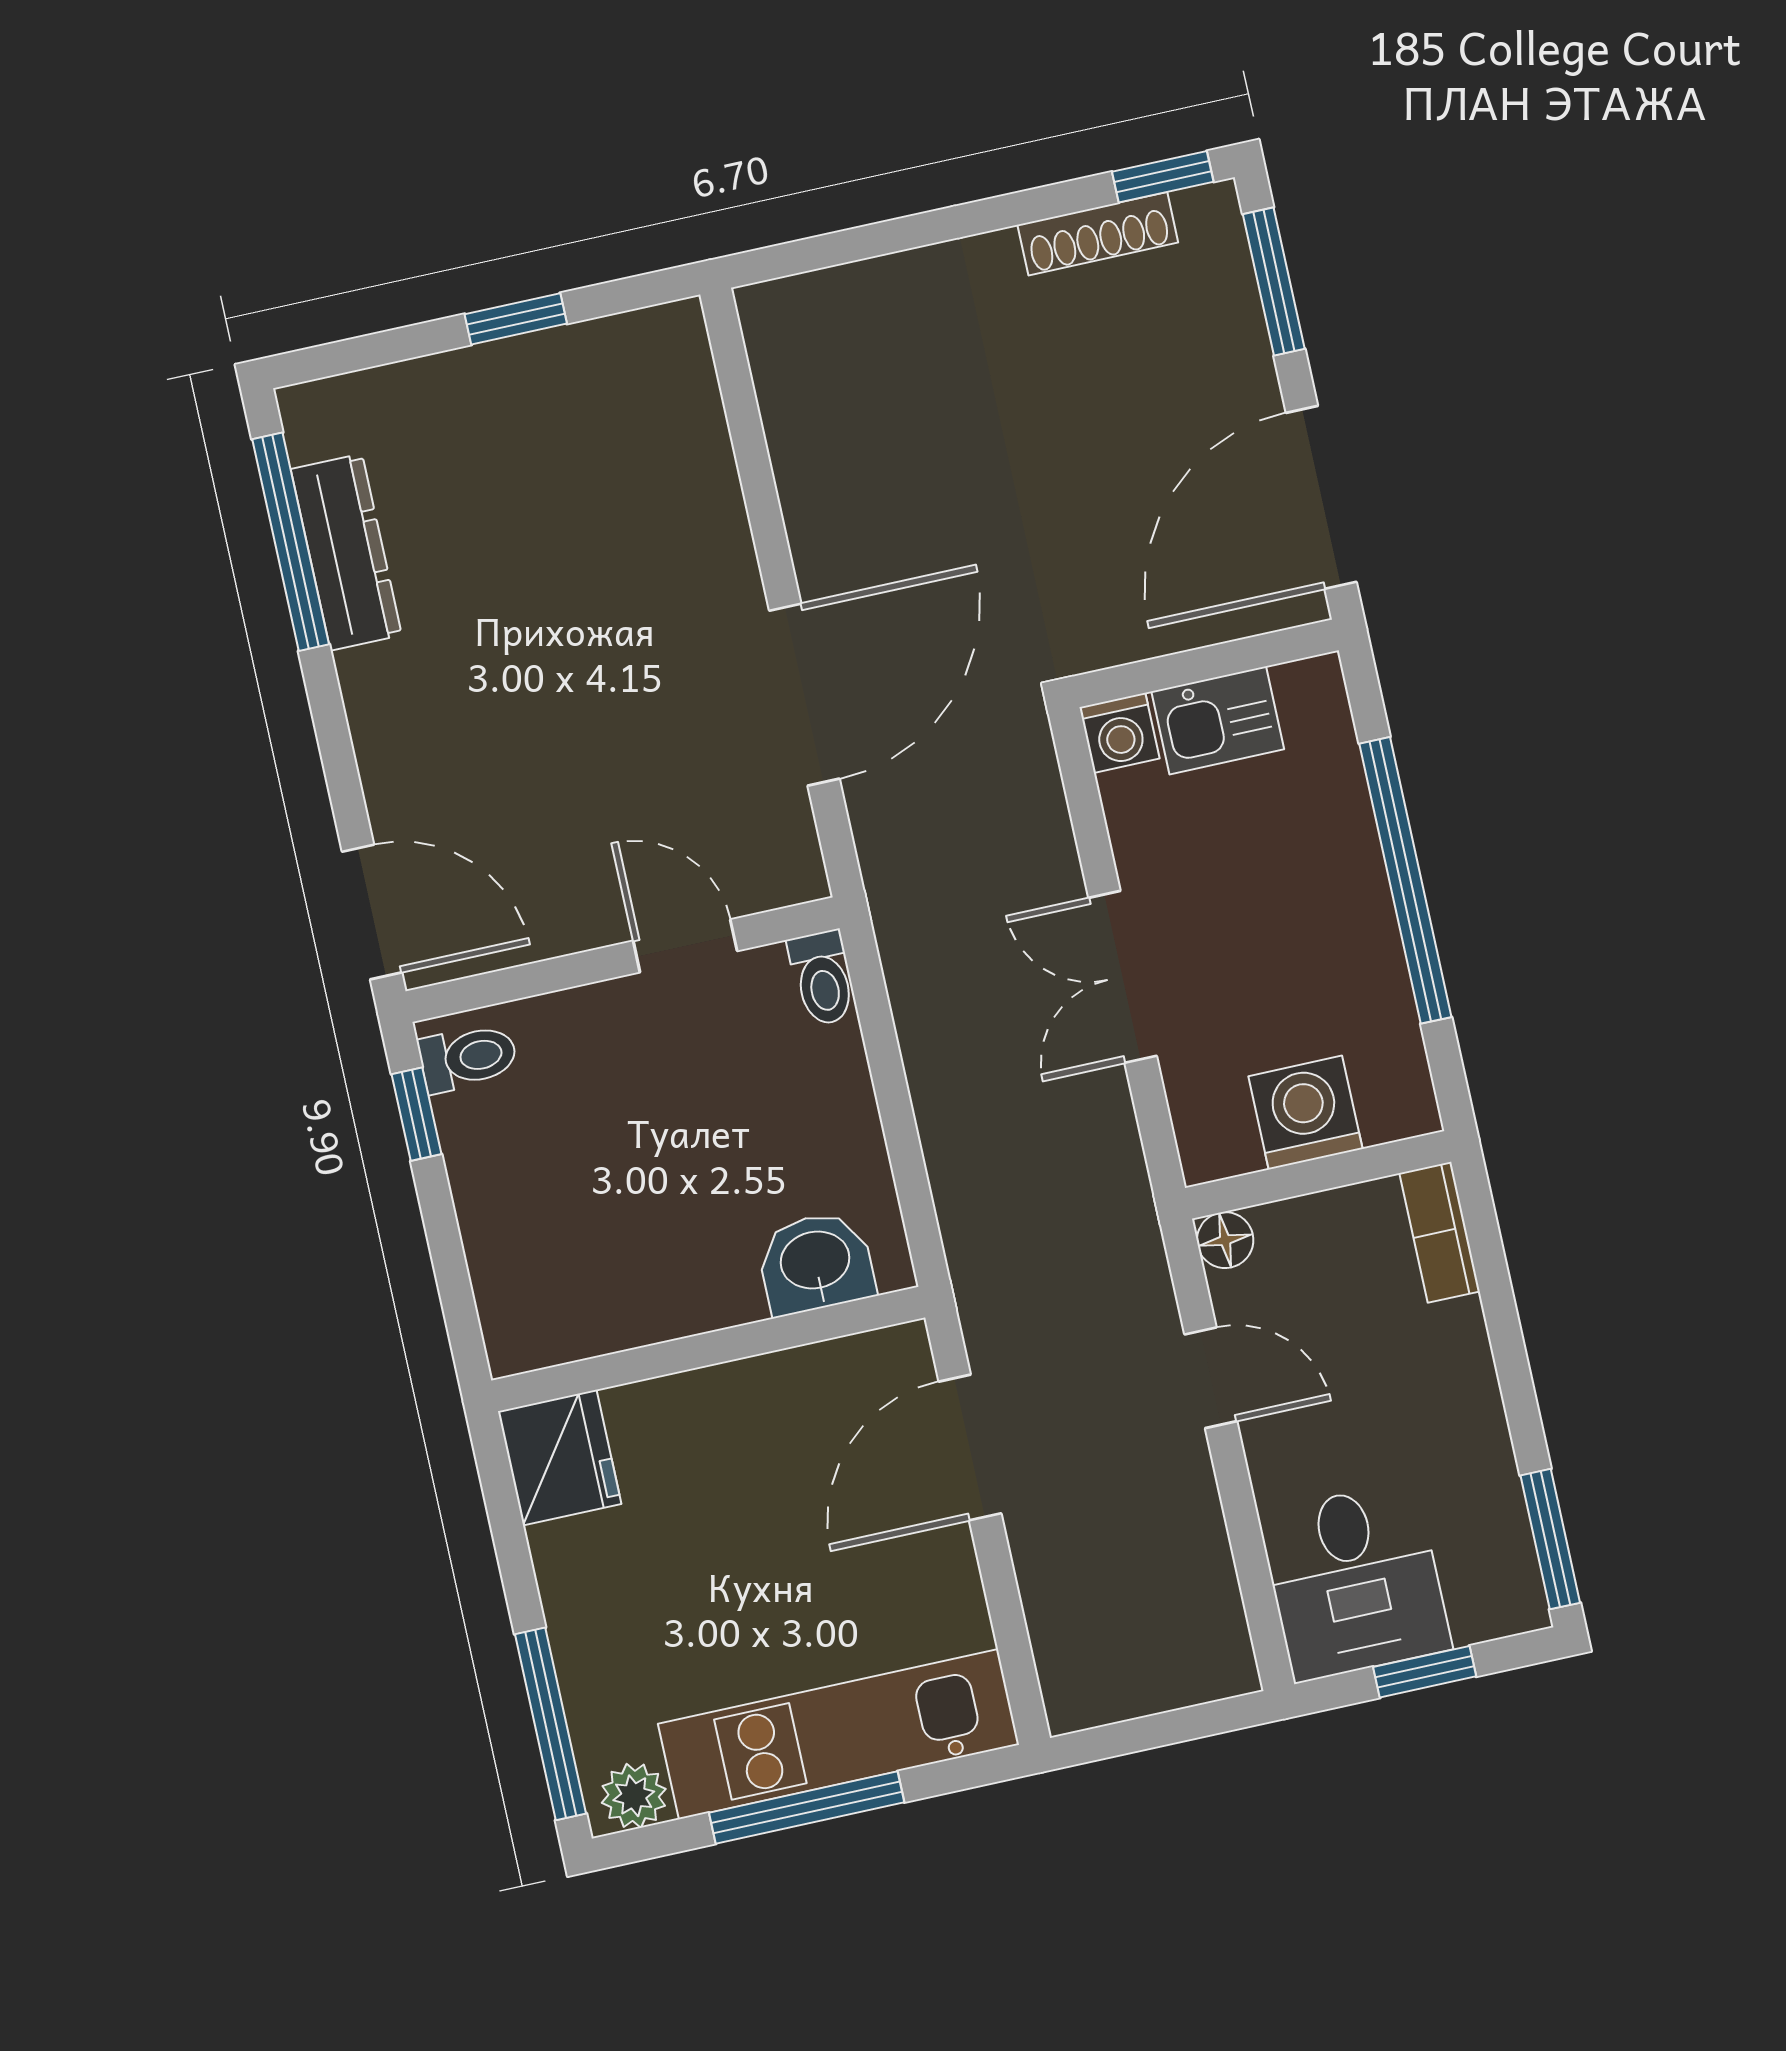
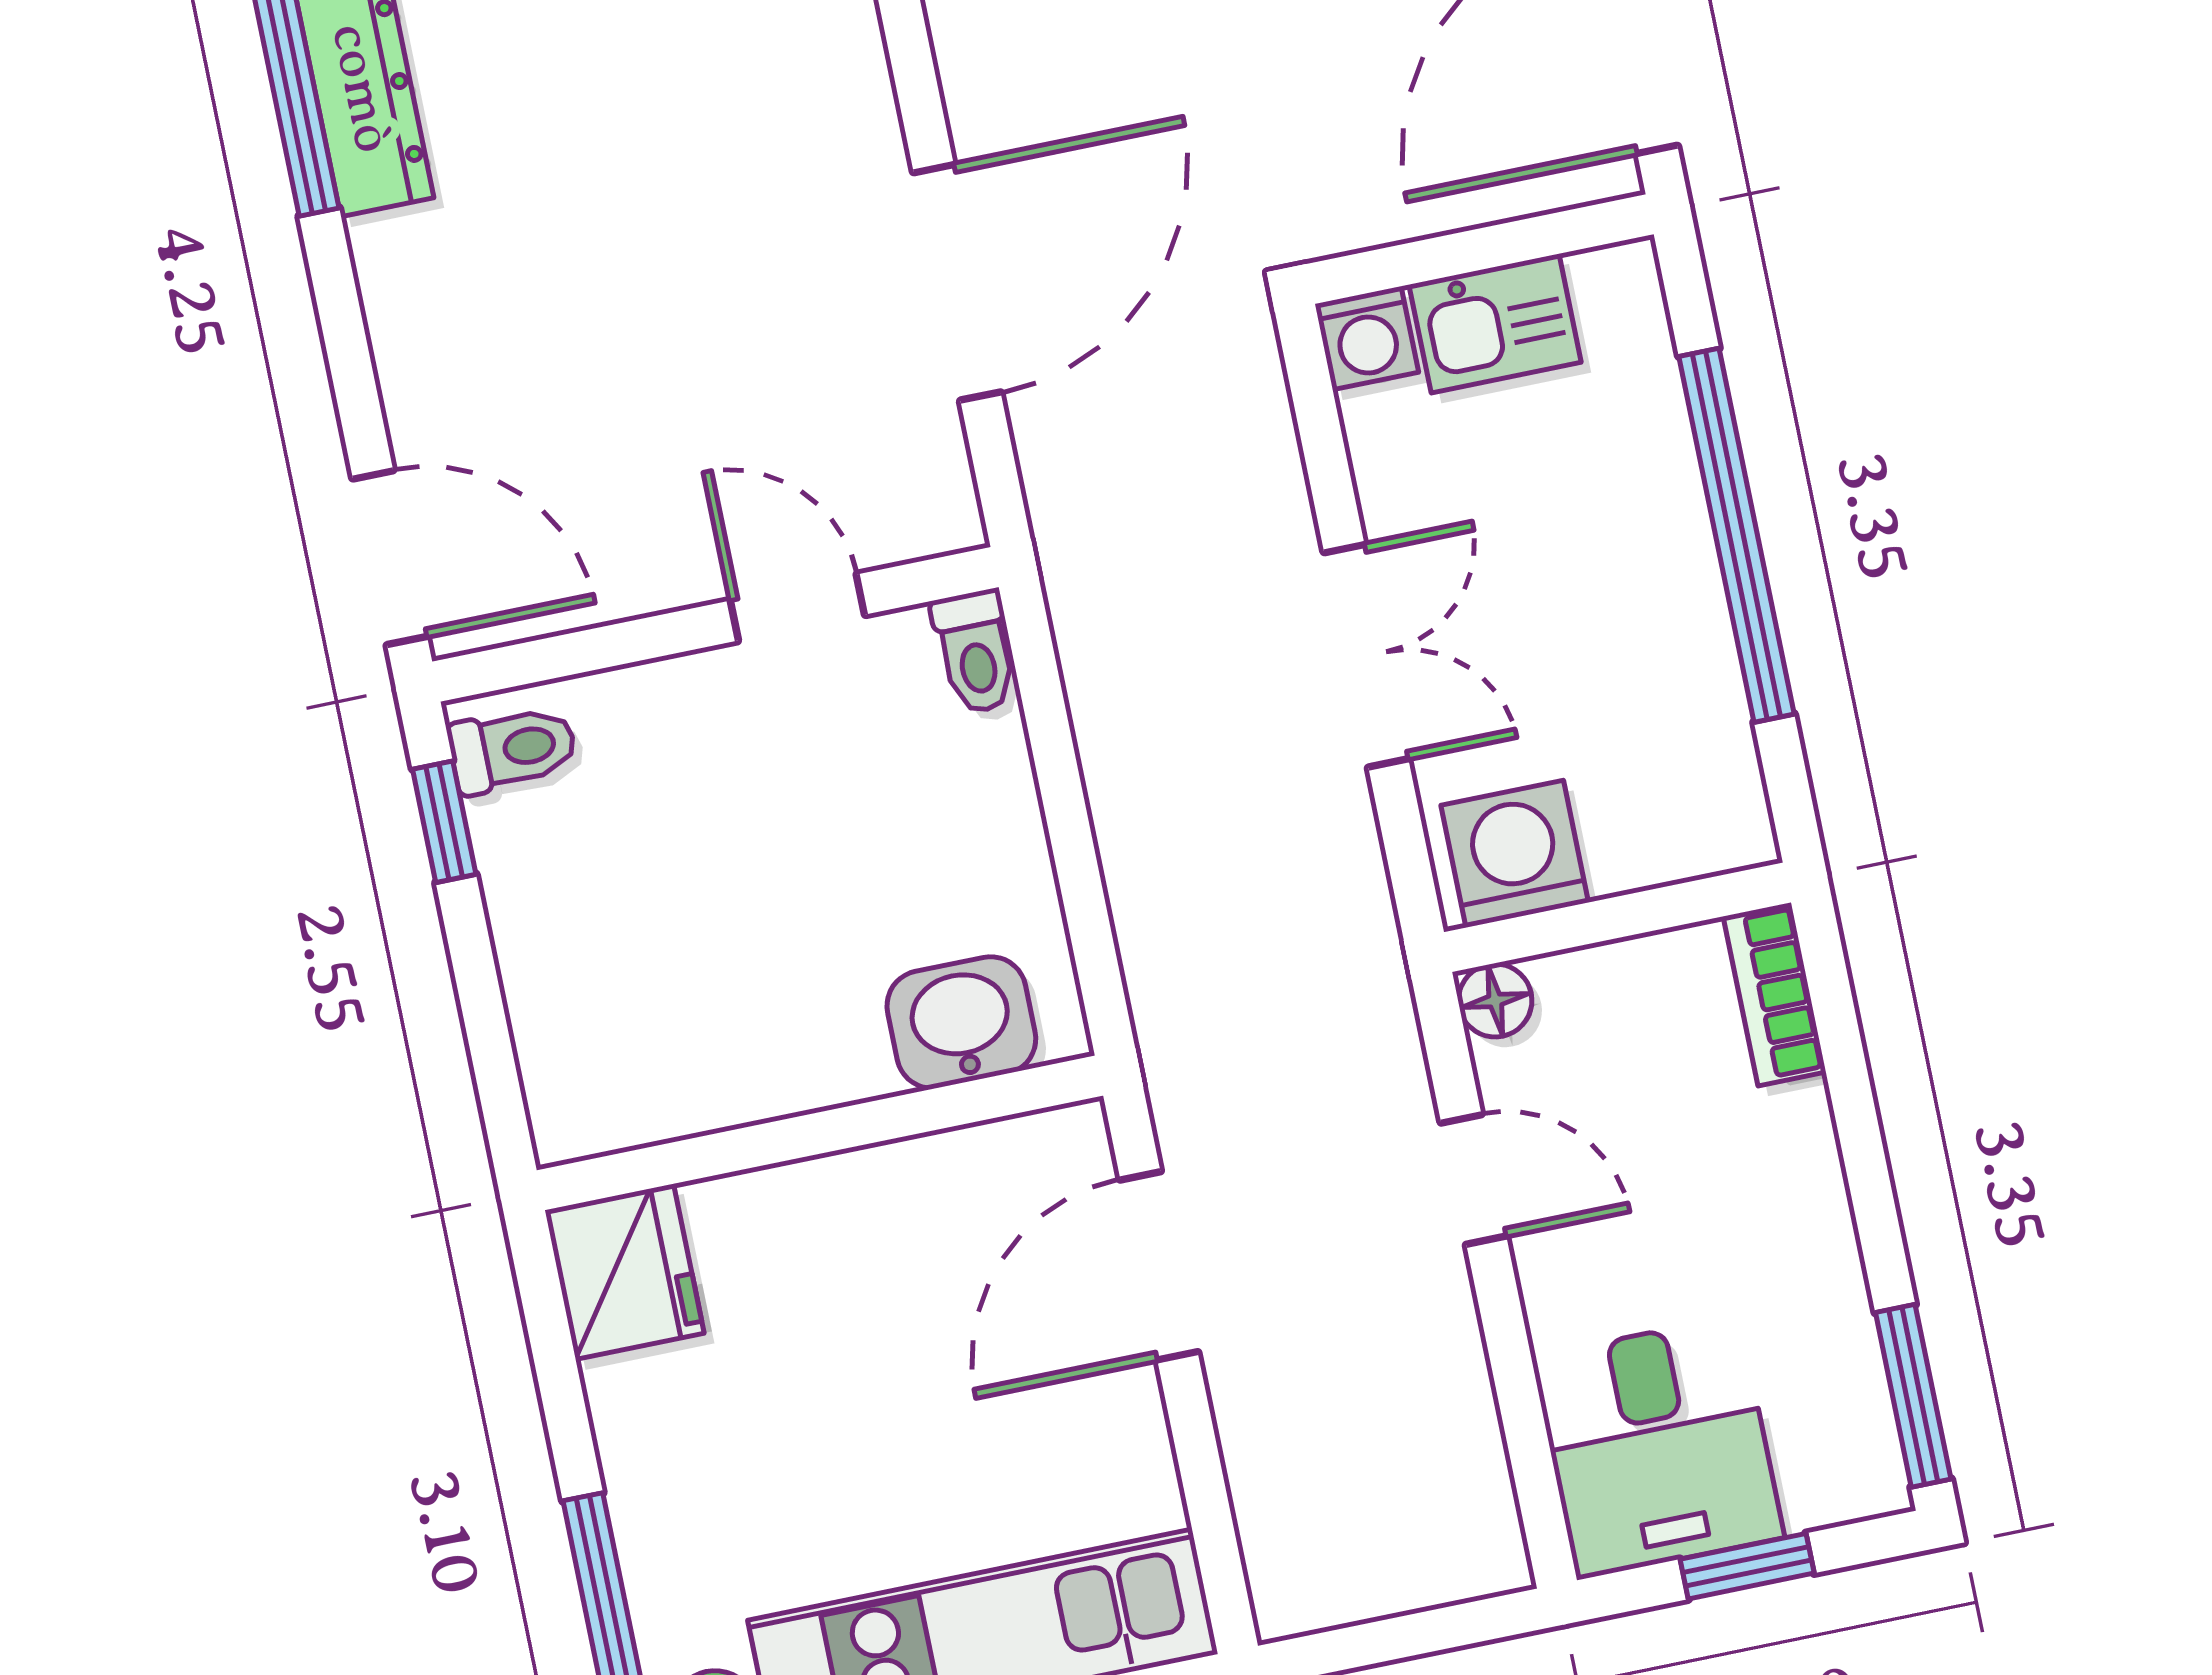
double door: (1123, 977) -> (1366, 656), swing flipped
washing machine: (1305, 1113) -> (1515, 854), moved

